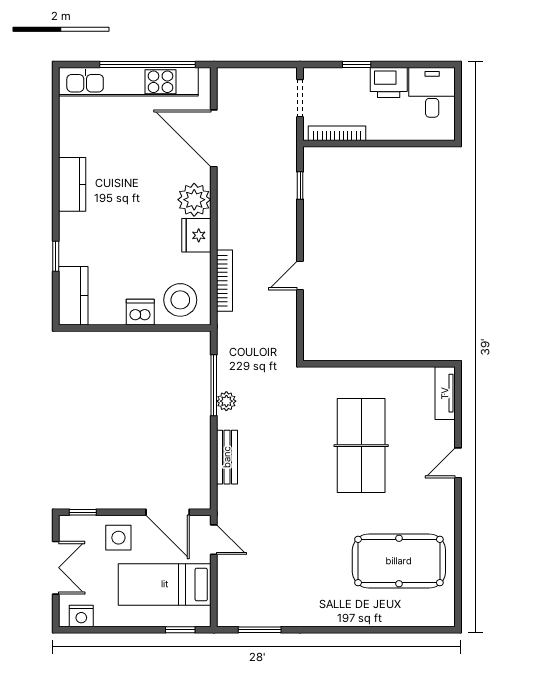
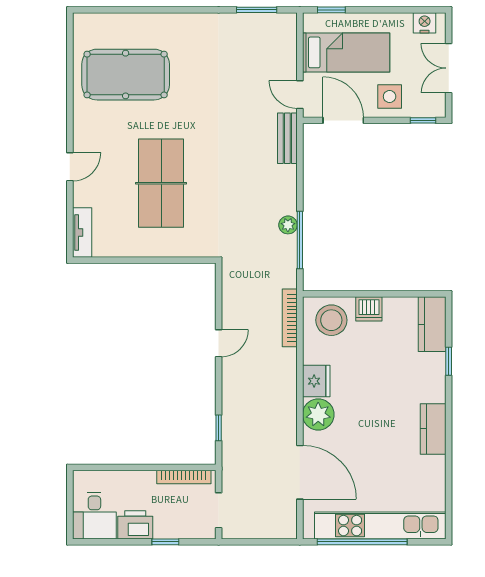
bookcase: (225, 281) -> (290, 318), moved
bench: (227, 457) -> (287, 138), moved

